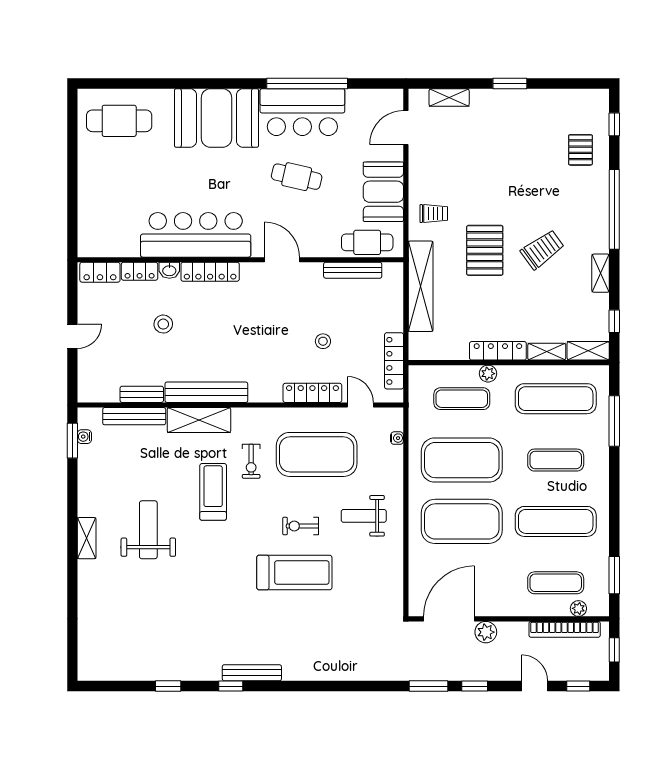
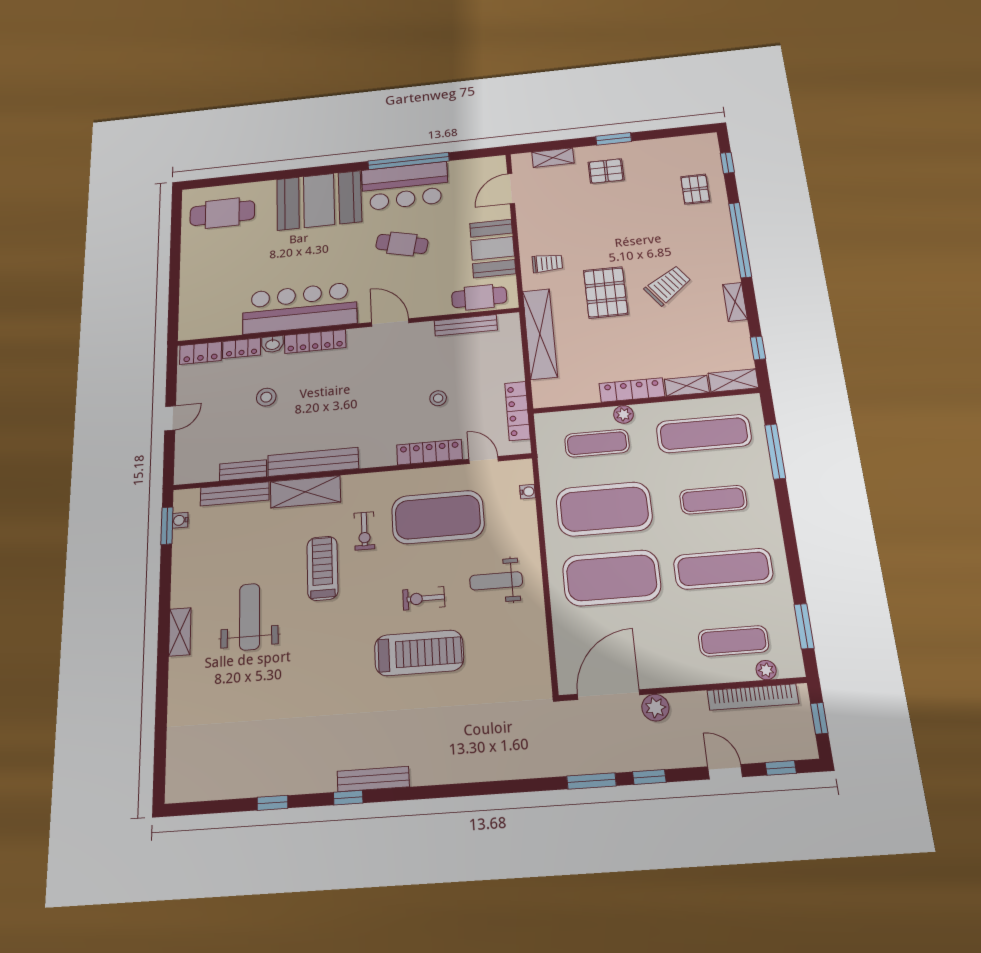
pallet: (499, 119) -> (606, 171), added

